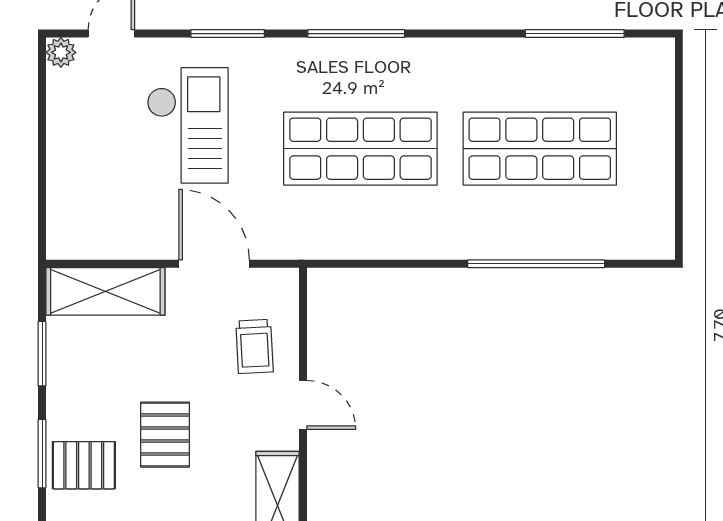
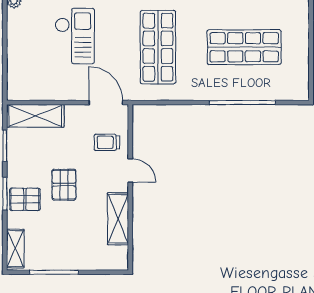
shop shelf: (360, 149) -> (158, 47), turned 90
door: (214, 264) -> (106, 103), moved
trolley: (255, 347) -> (107, 142), turned 93

